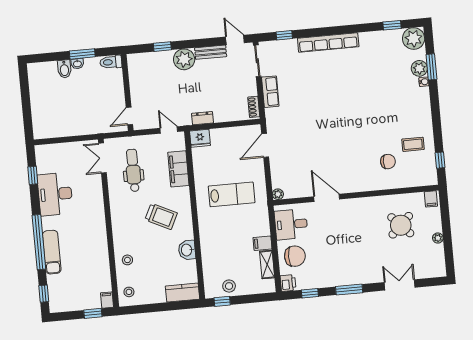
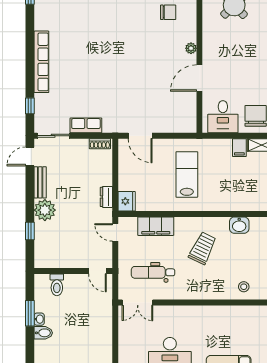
toilet: (111, 62) -> (57, 285), moved
door: (169, 130) -> (115, 232), hinge flipped
chair: (388, 162) -> (168, 12), turned 90
plant: (278, 194) -> (191, 48), moved

